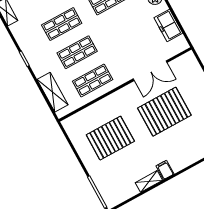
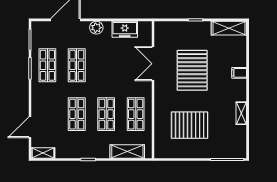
double door: (150, 71) -> (153, 64), swing flipped
pallet: (110, 138) -> (190, 125), turned 90
filing cabinet: (165, 170) -> (239, 73), moved

